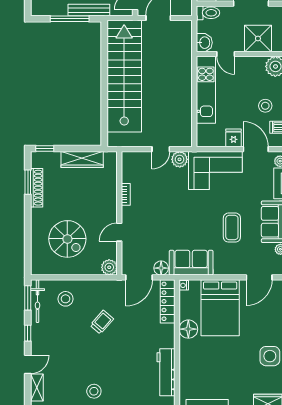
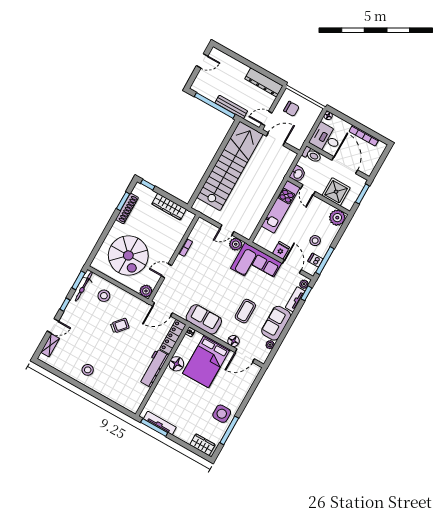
window: (70, 19) -> (215, 106), width x1.46
spiral stairs: (67, 239) -> (128, 255), width x1.37, depth x1.37
floor lamp: (161, 268) -> (234, 341), moved
workbench: (166, 372) -> (154, 368), moved

